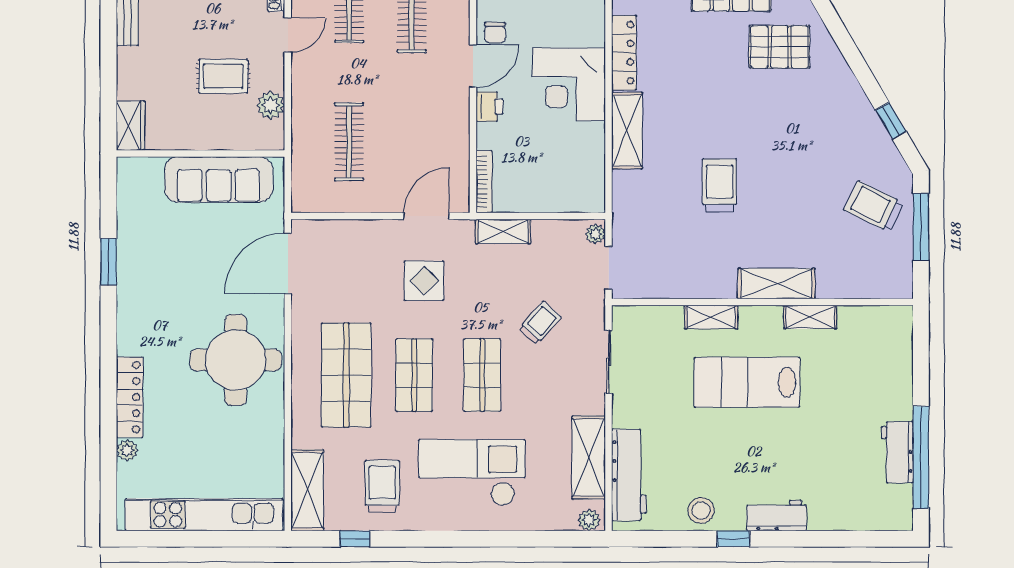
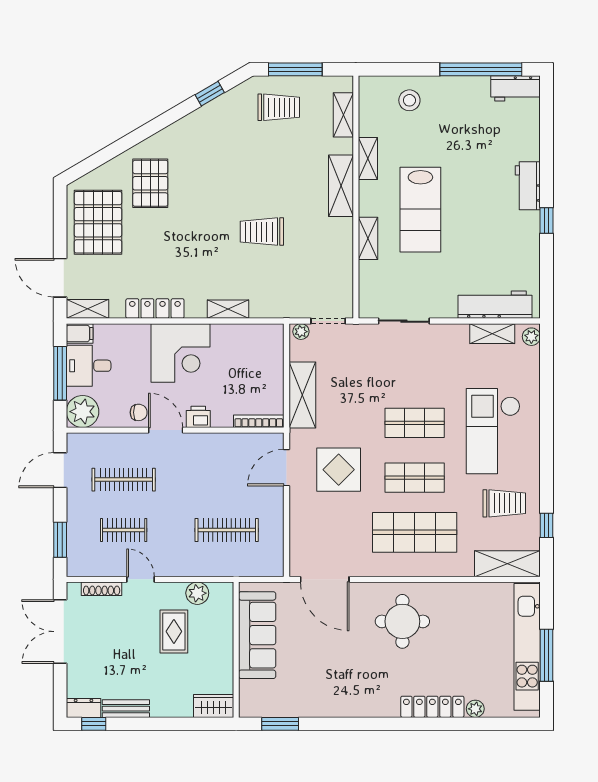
shelving: (627, 131) -> (228, 309), width x0.67, depth x0.75
trolley: (874, 206) -> (279, 107), turned -116
door: (427, 216) -> (287, 468), hinge flipped
shelving: (503, 232) -> (302, 395), width x1.50, depth x1.33
window: (108, 262) -> (280, 724), moved
display table: (424, 281) -> (339, 470), width x1.36, depth x1.36
shelving: (865, 287) -> (343, 115), added
trolley: (540, 323) -> (373, 376), removed
round table: (236, 360) -> (402, 621), width x0.73, depth x0.73
workbench: (897, 452) -> (516, 88), moved
shelving: (589, 457) -> (492, 334), width x0.67, depth x0.75
trolley: (382, 486) -> (504, 503), turned 180
stool: (701, 510) -> (409, 100), moved
window: (194, 539) -> (547, 655), added

